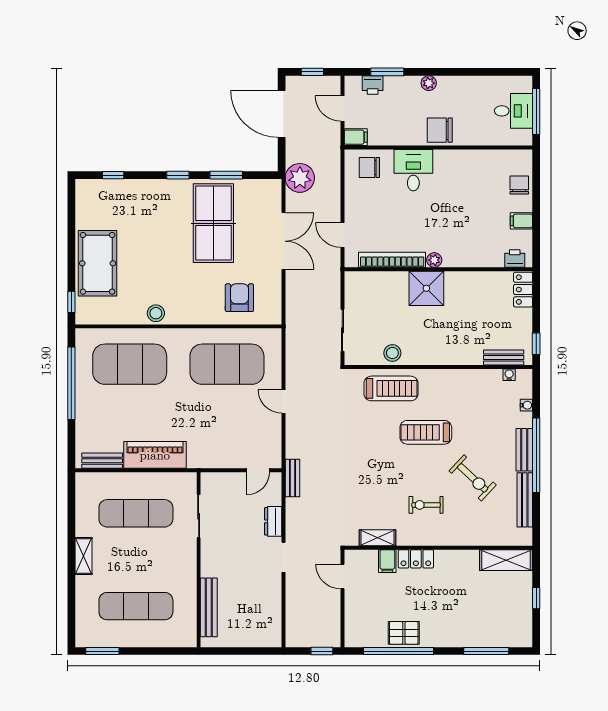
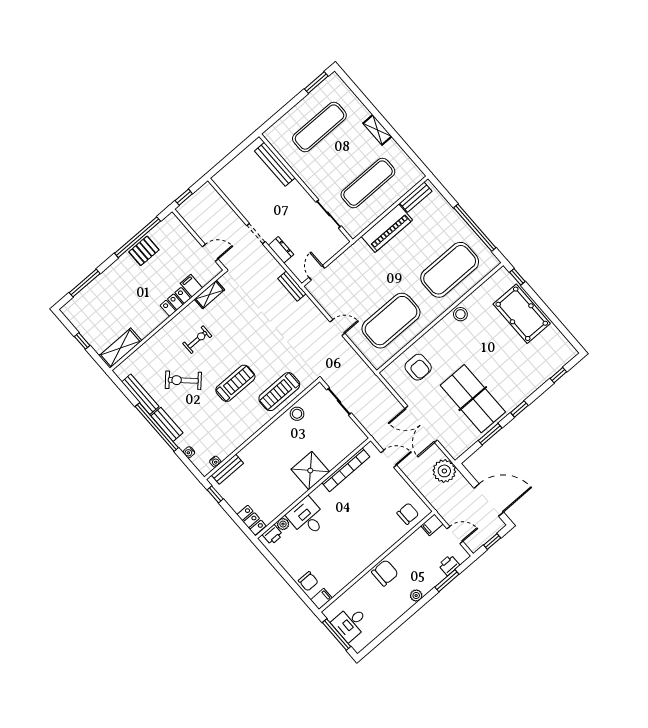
desk: (413, 170) -> (307, 517), moved, turned 180
filing cabinet: (521, 221) -> (321, 599), moved
plant: (434, 260) -> (283, 524), moved

